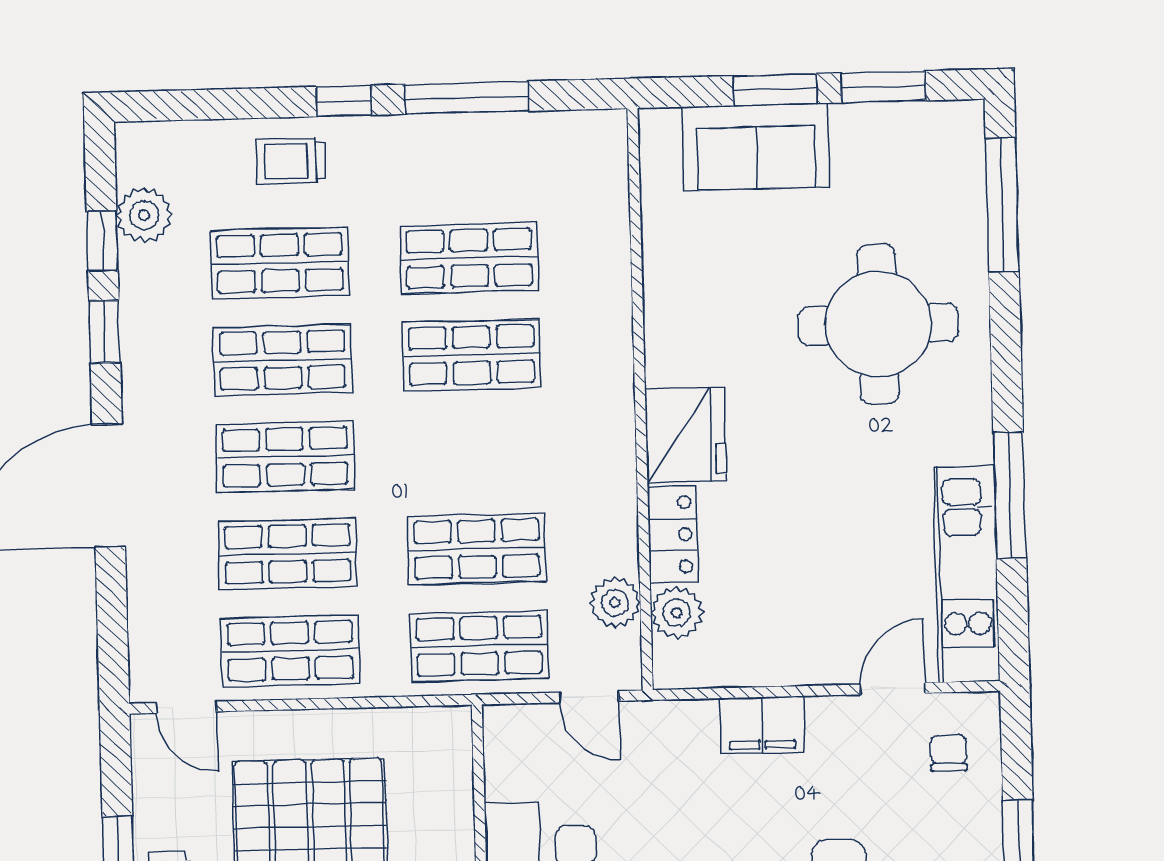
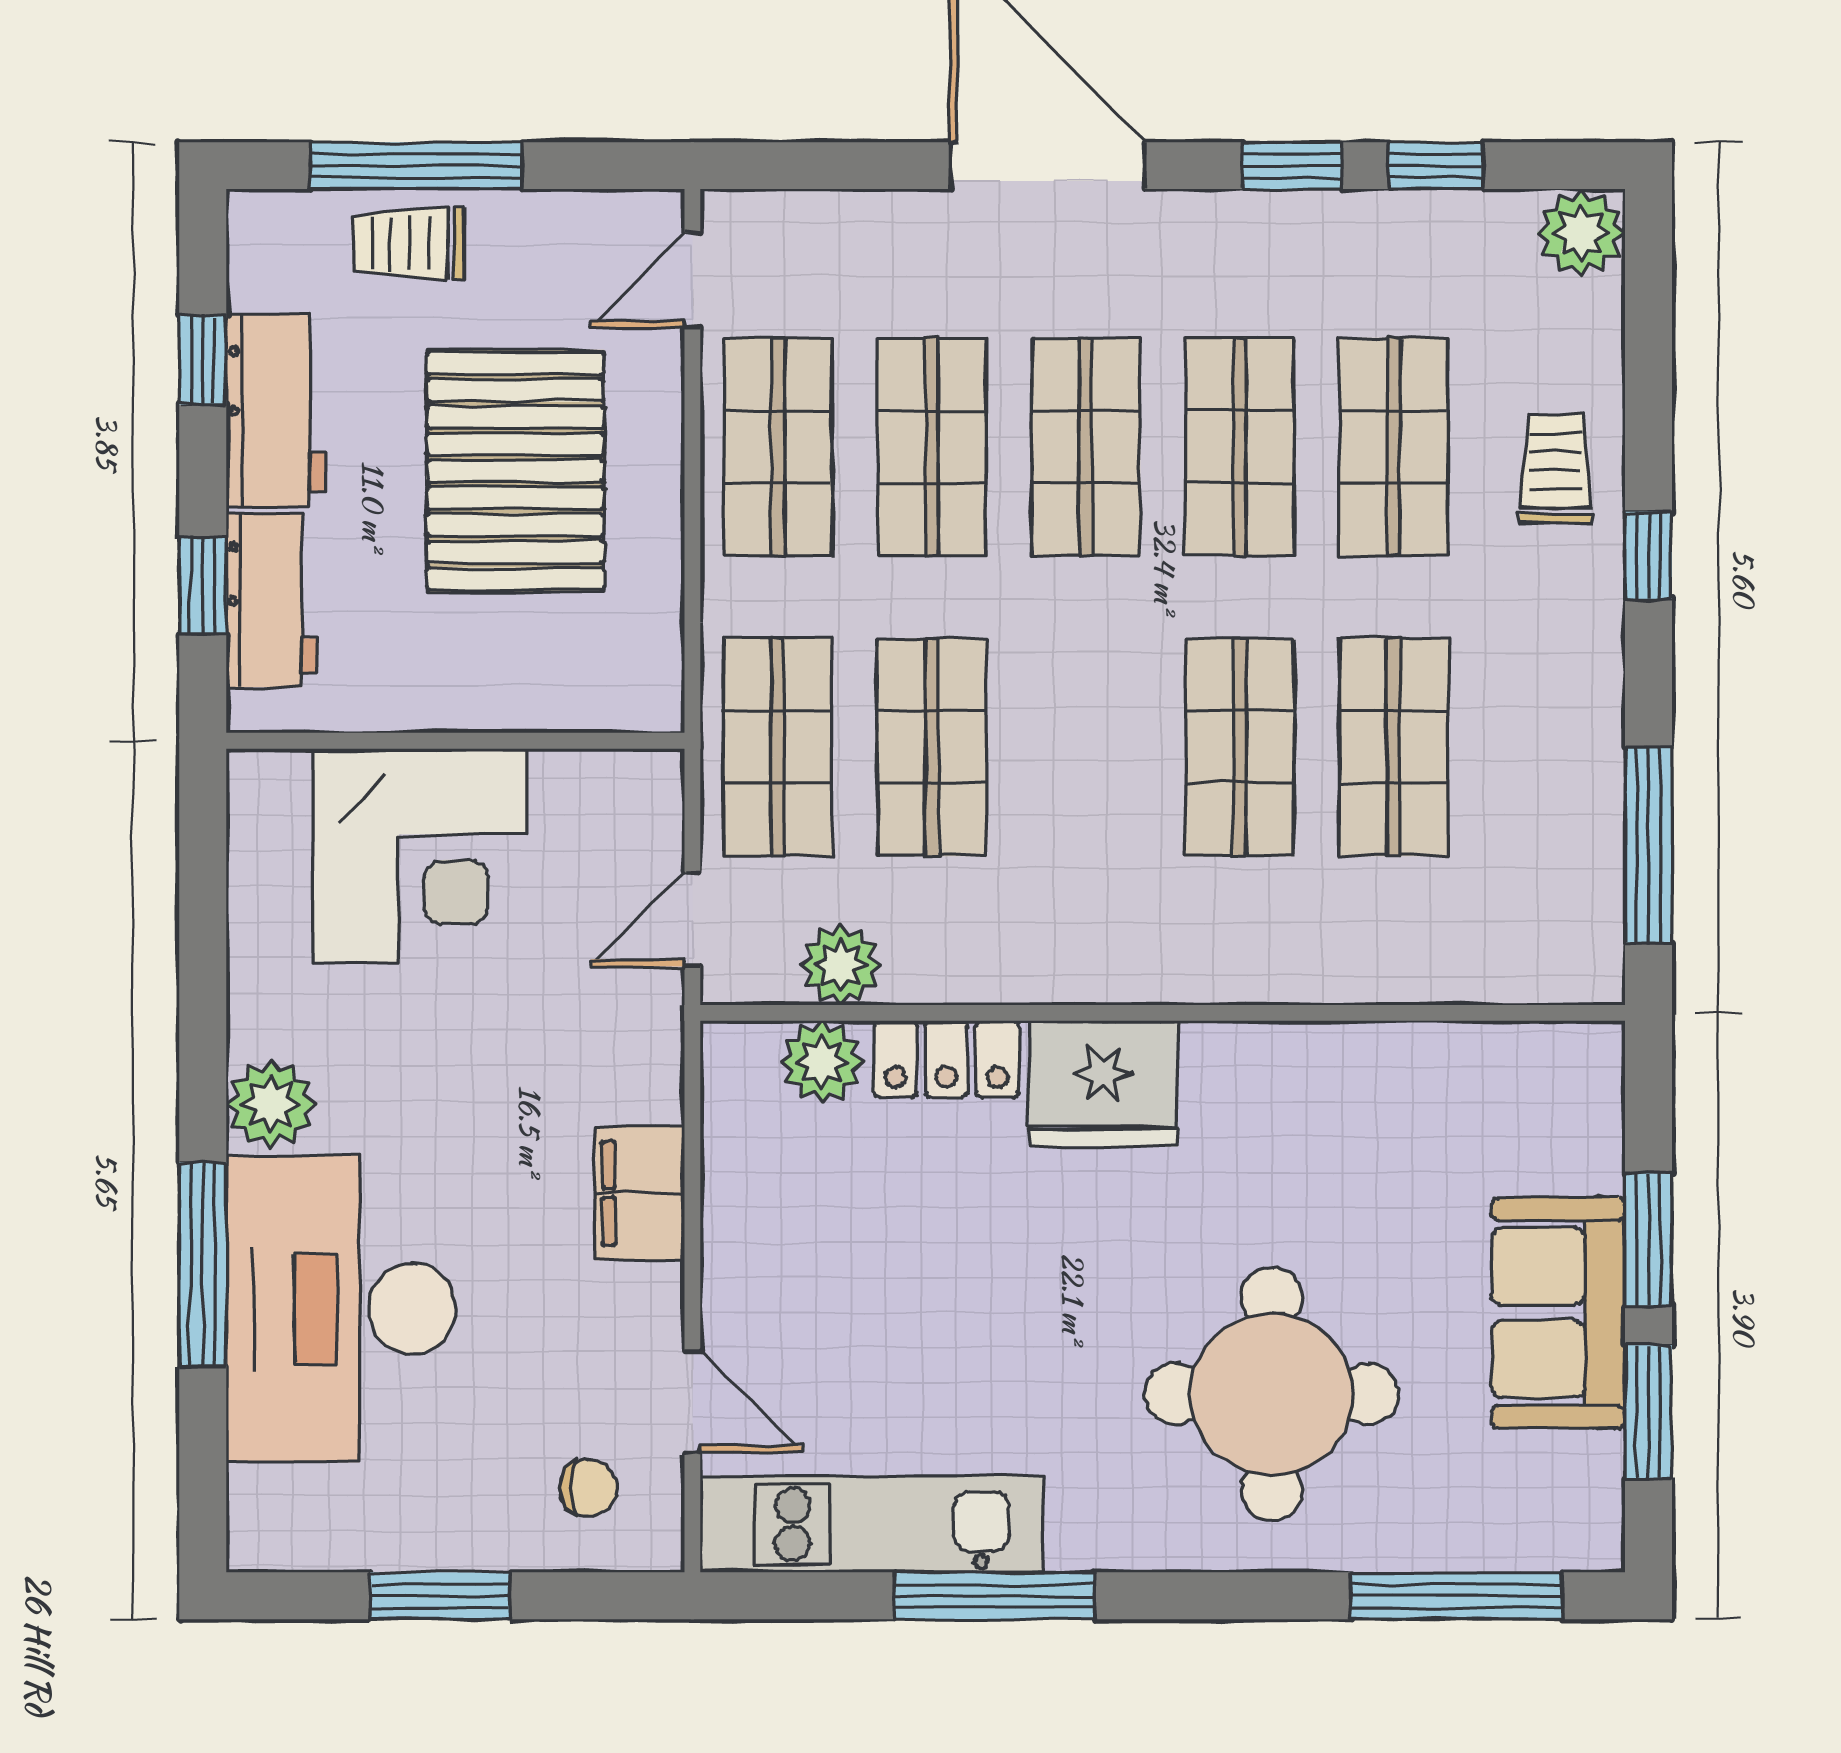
window: (467, 98) -> (1648, 845), moved
sofa: (756, 147) -> (1558, 1313), moved
plant: (144, 215) -> (1581, 233), moved

